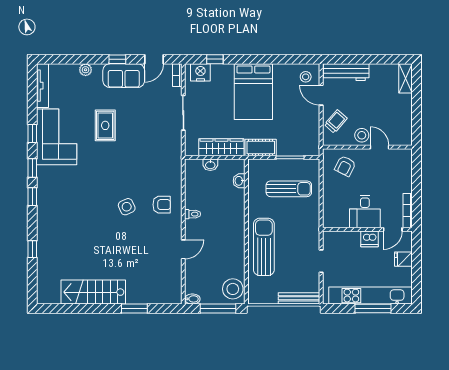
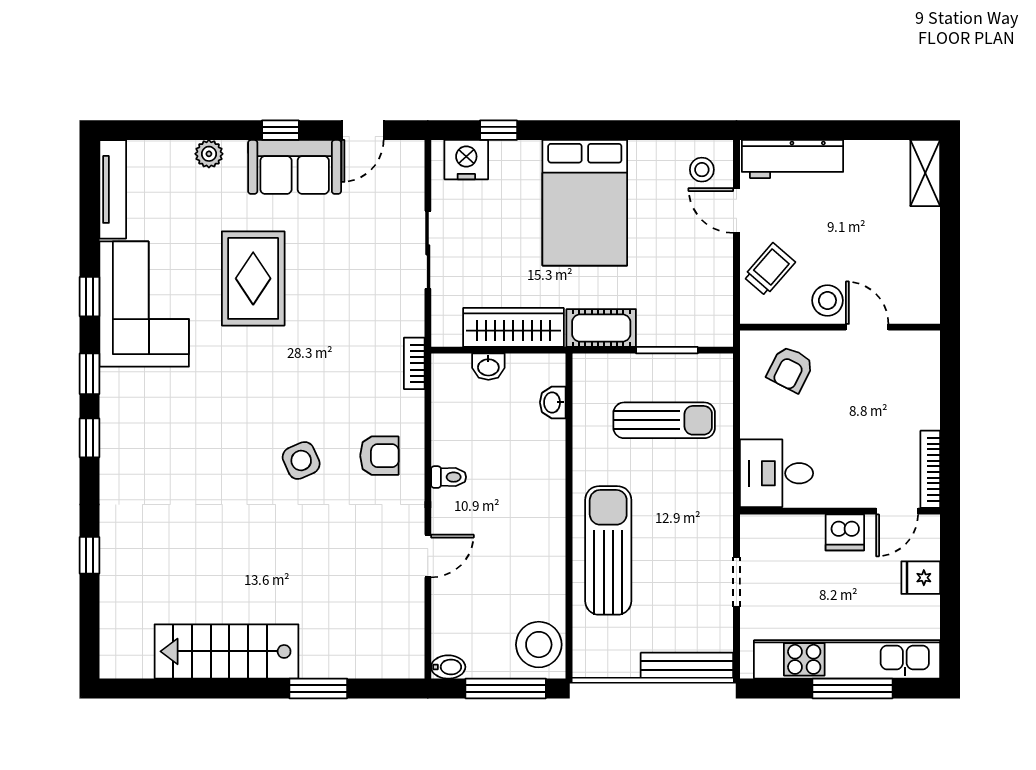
bookcase: (177, 75) -> (414, 363), moved
rug: (105, 125) -> (253, 278), width x1.36, depth x1.43
desk: (365, 212) -> (776, 473), moved, turned 90

